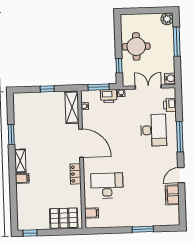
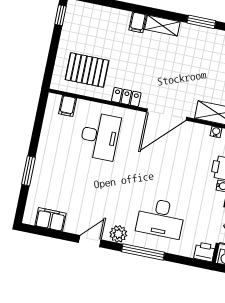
printer: (170, 105) -> (204, 252), moved
plant: (171, 157) -> (118, 234), added
door: (181, 175) -> (90, 241), hinge flipped
filing cabinet: (172, 195) -> (50, 219), moved
pallet: (64, 218) -> (87, 70), moved, turned 90

